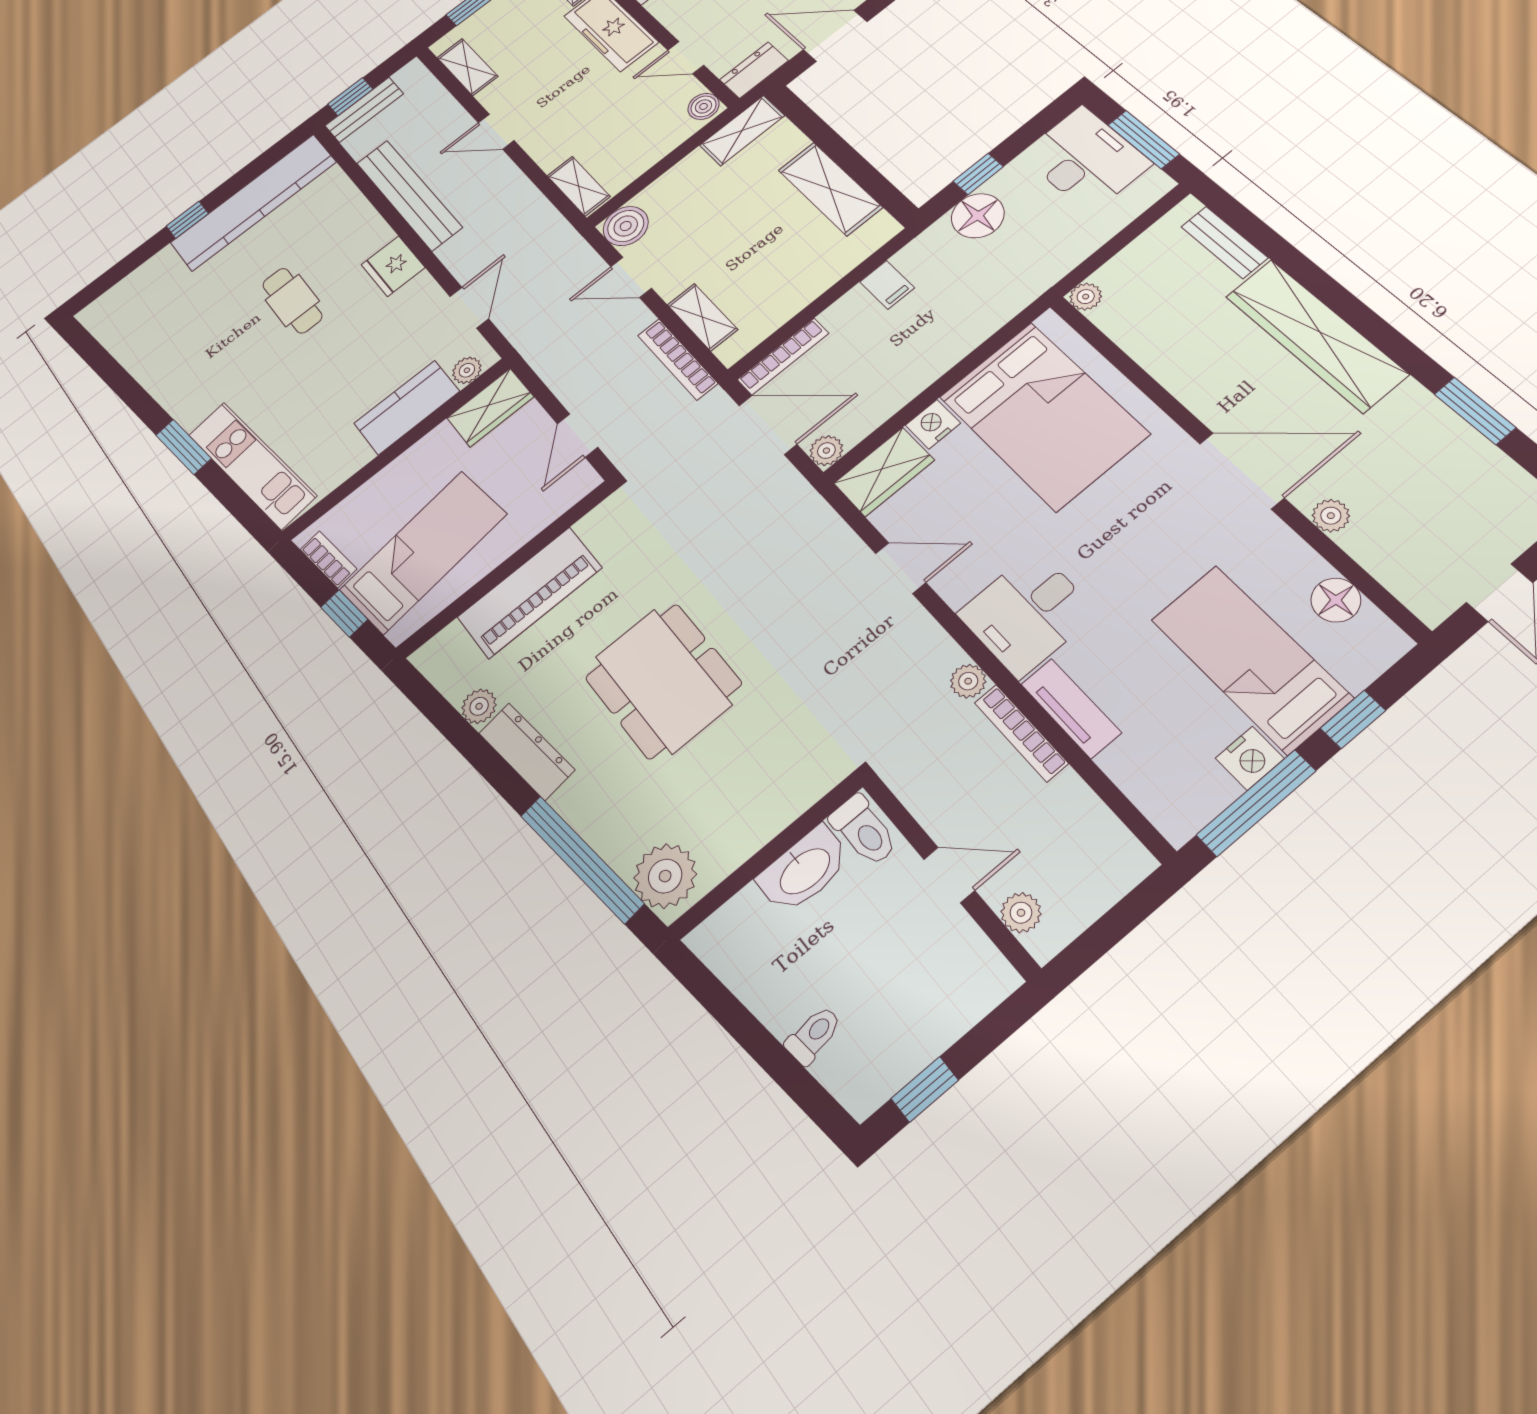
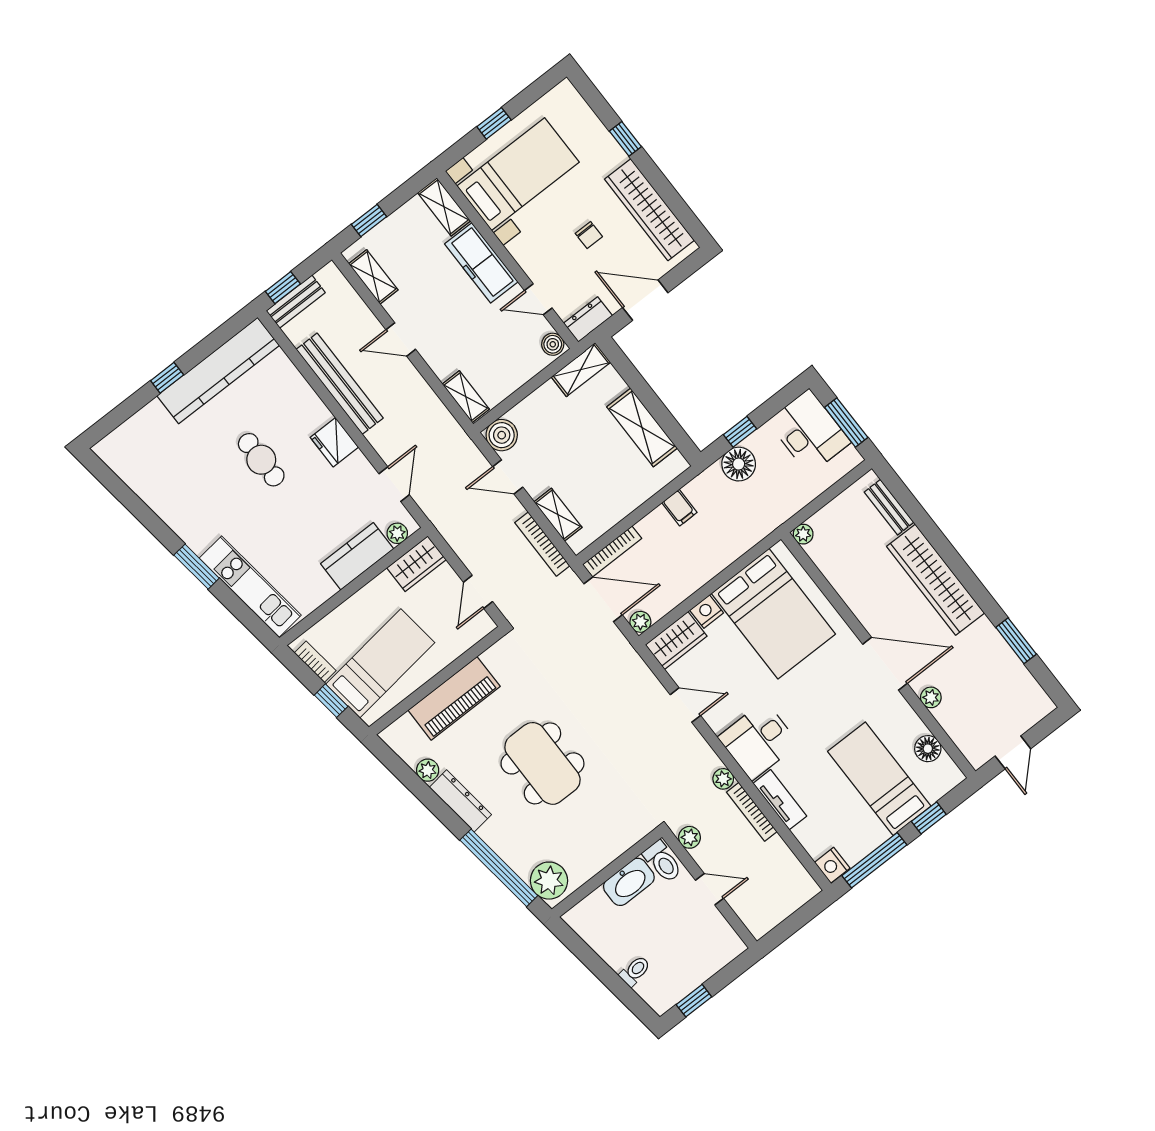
nightstand: (1250, 758) -> (832, 865), moved, turned 90
plant: (1021, 913) -> (690, 837), moved

